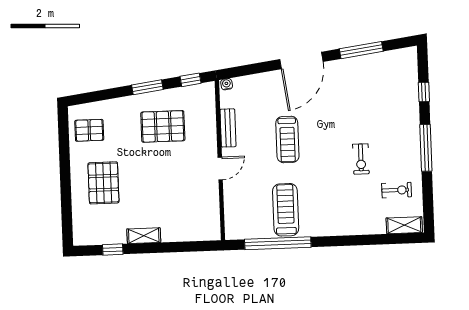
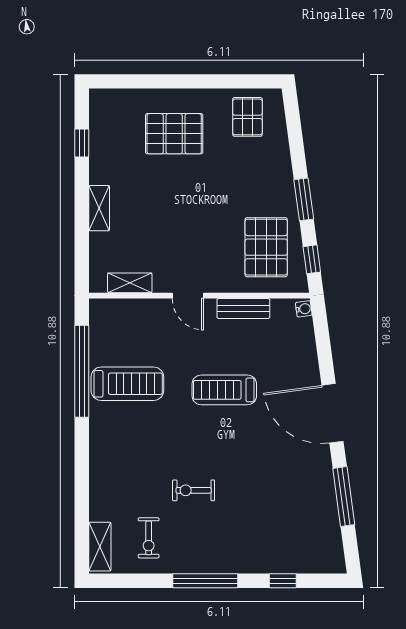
pallet: (163, 126) -> (266, 247), moved
shelving: (213, 211) -> (130, 283), added
shelving: (144, 236) -> (99, 208), moved

